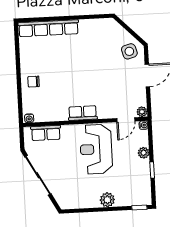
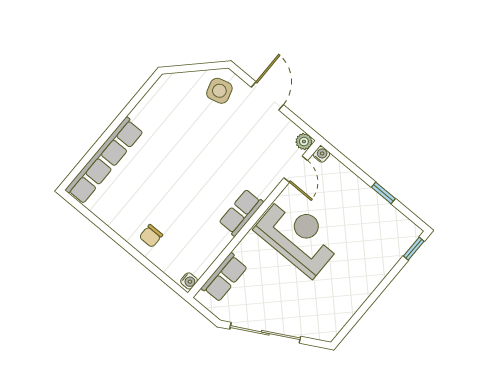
reception desk: (96, 149) -> (298, 236), turned 180
plant: (144, 153) -> (354, 184), removed
plant: (107, 200) -> (370, 278), removed

